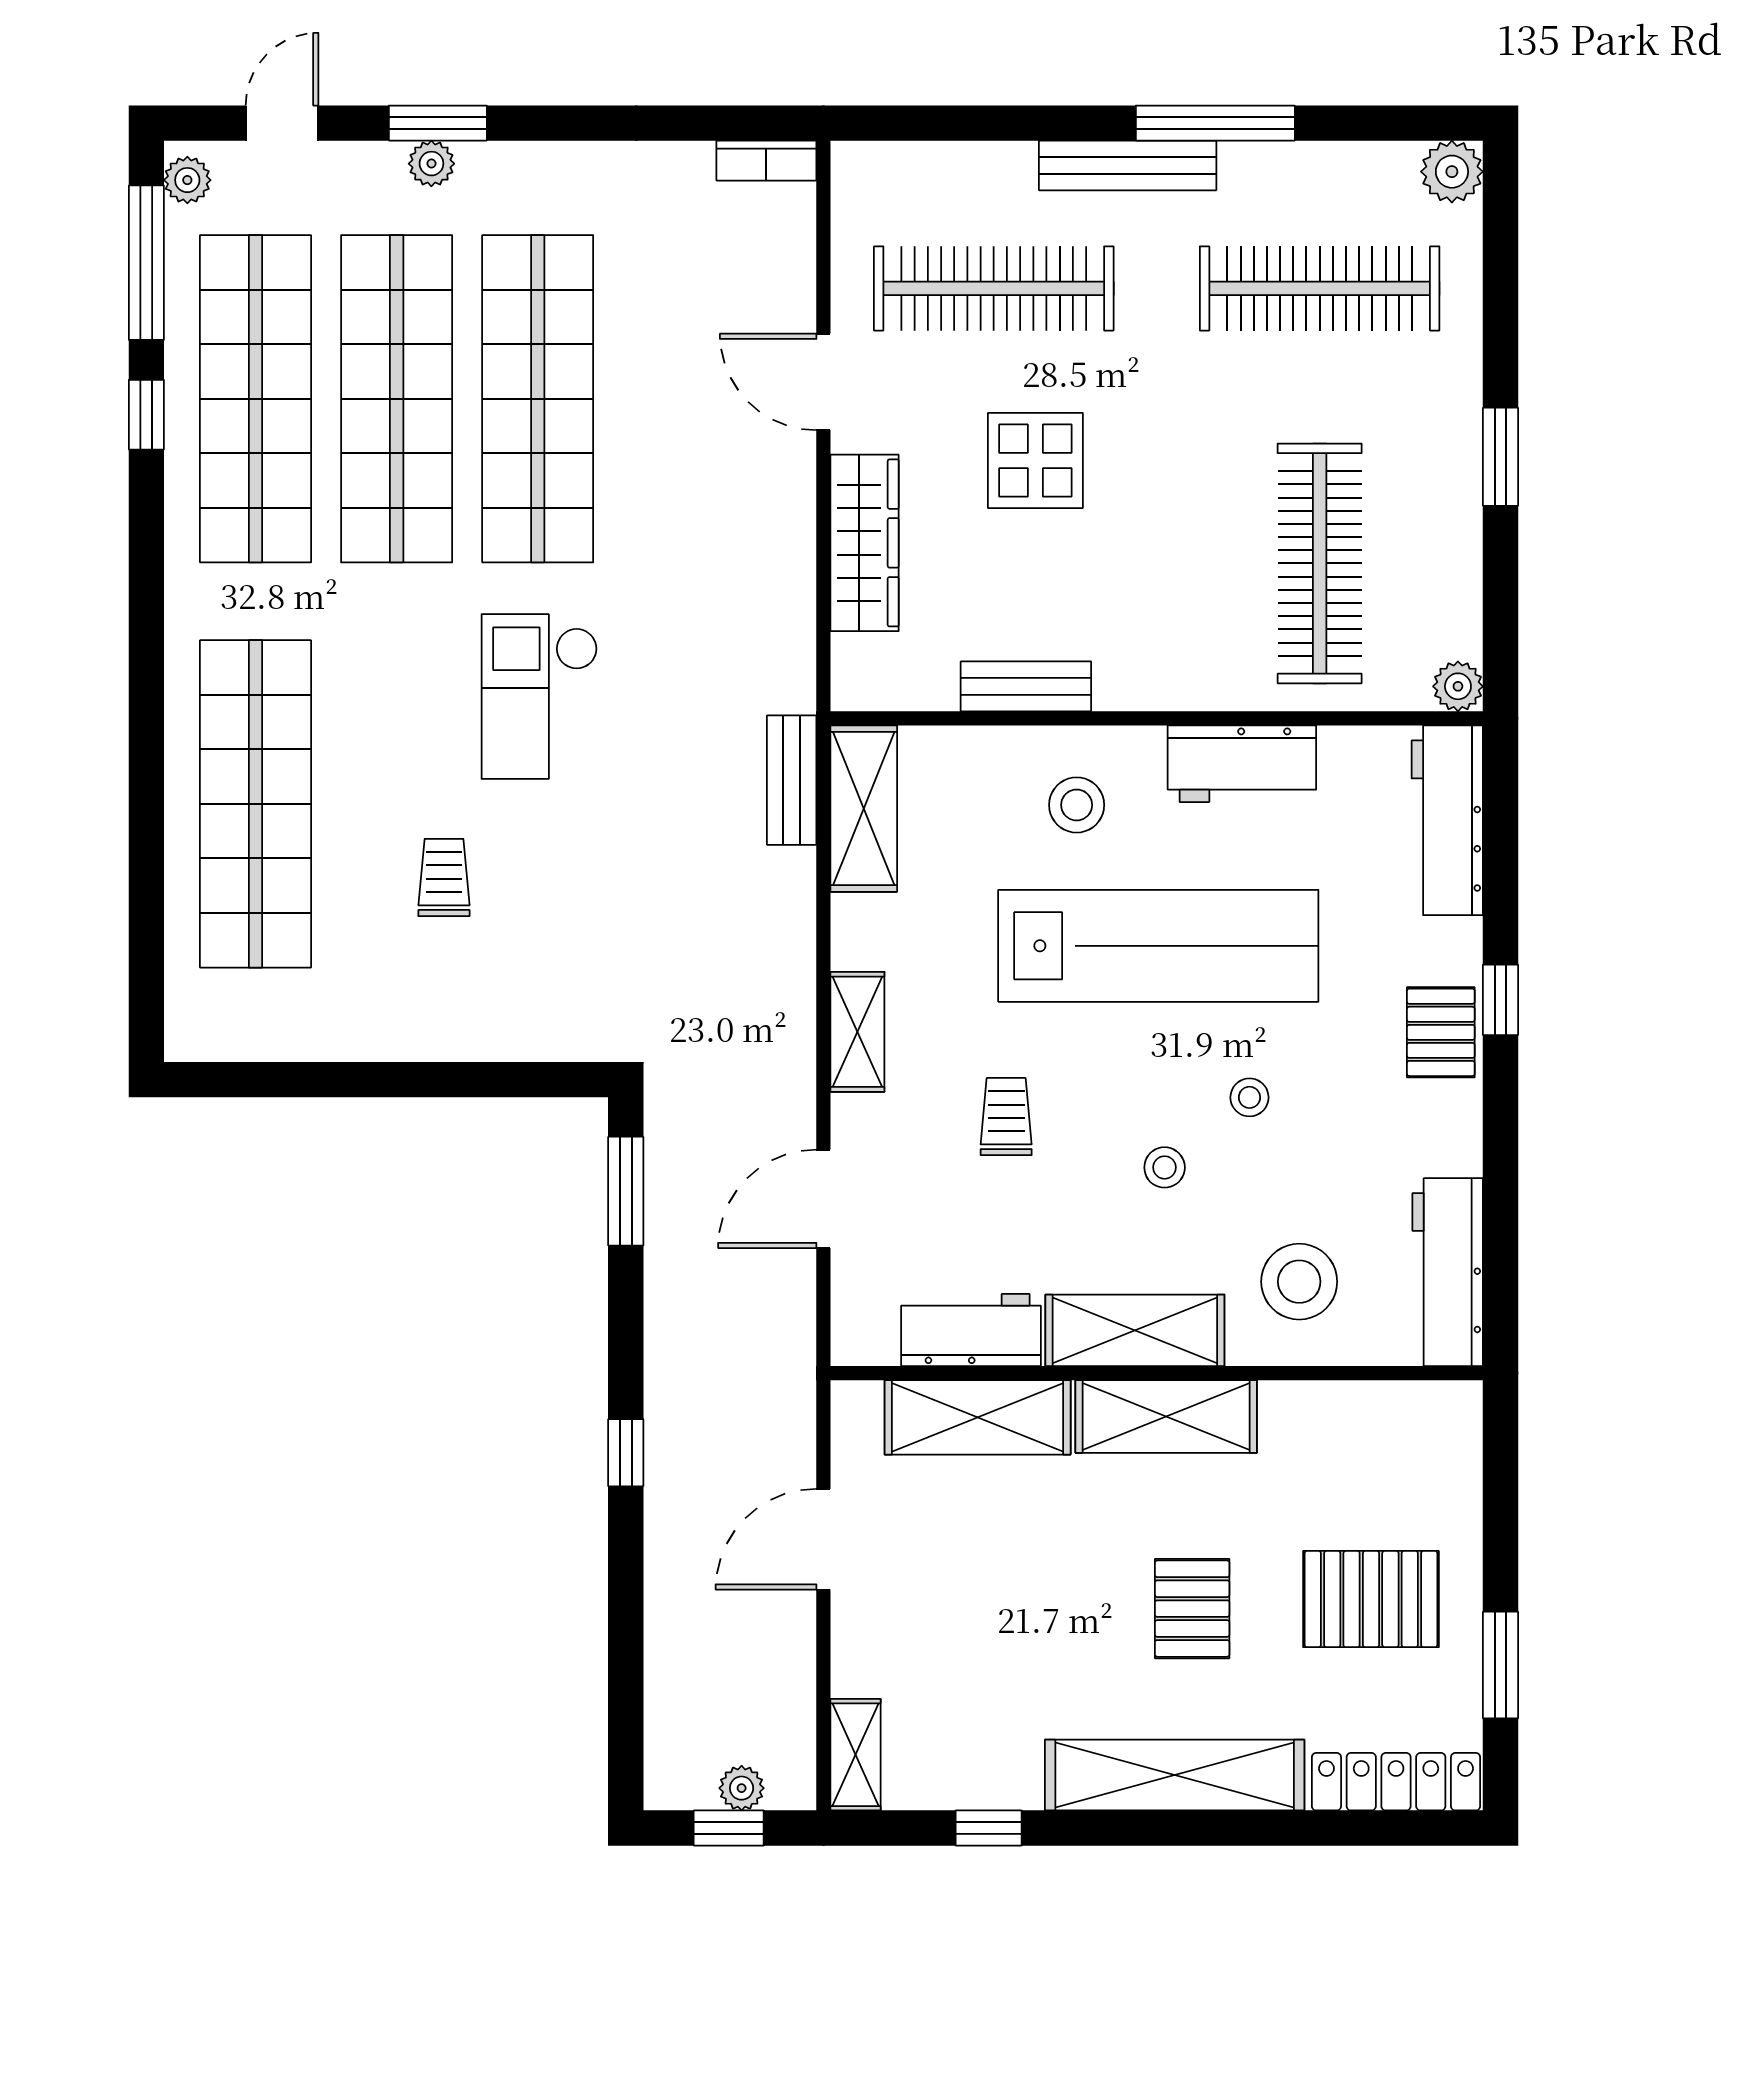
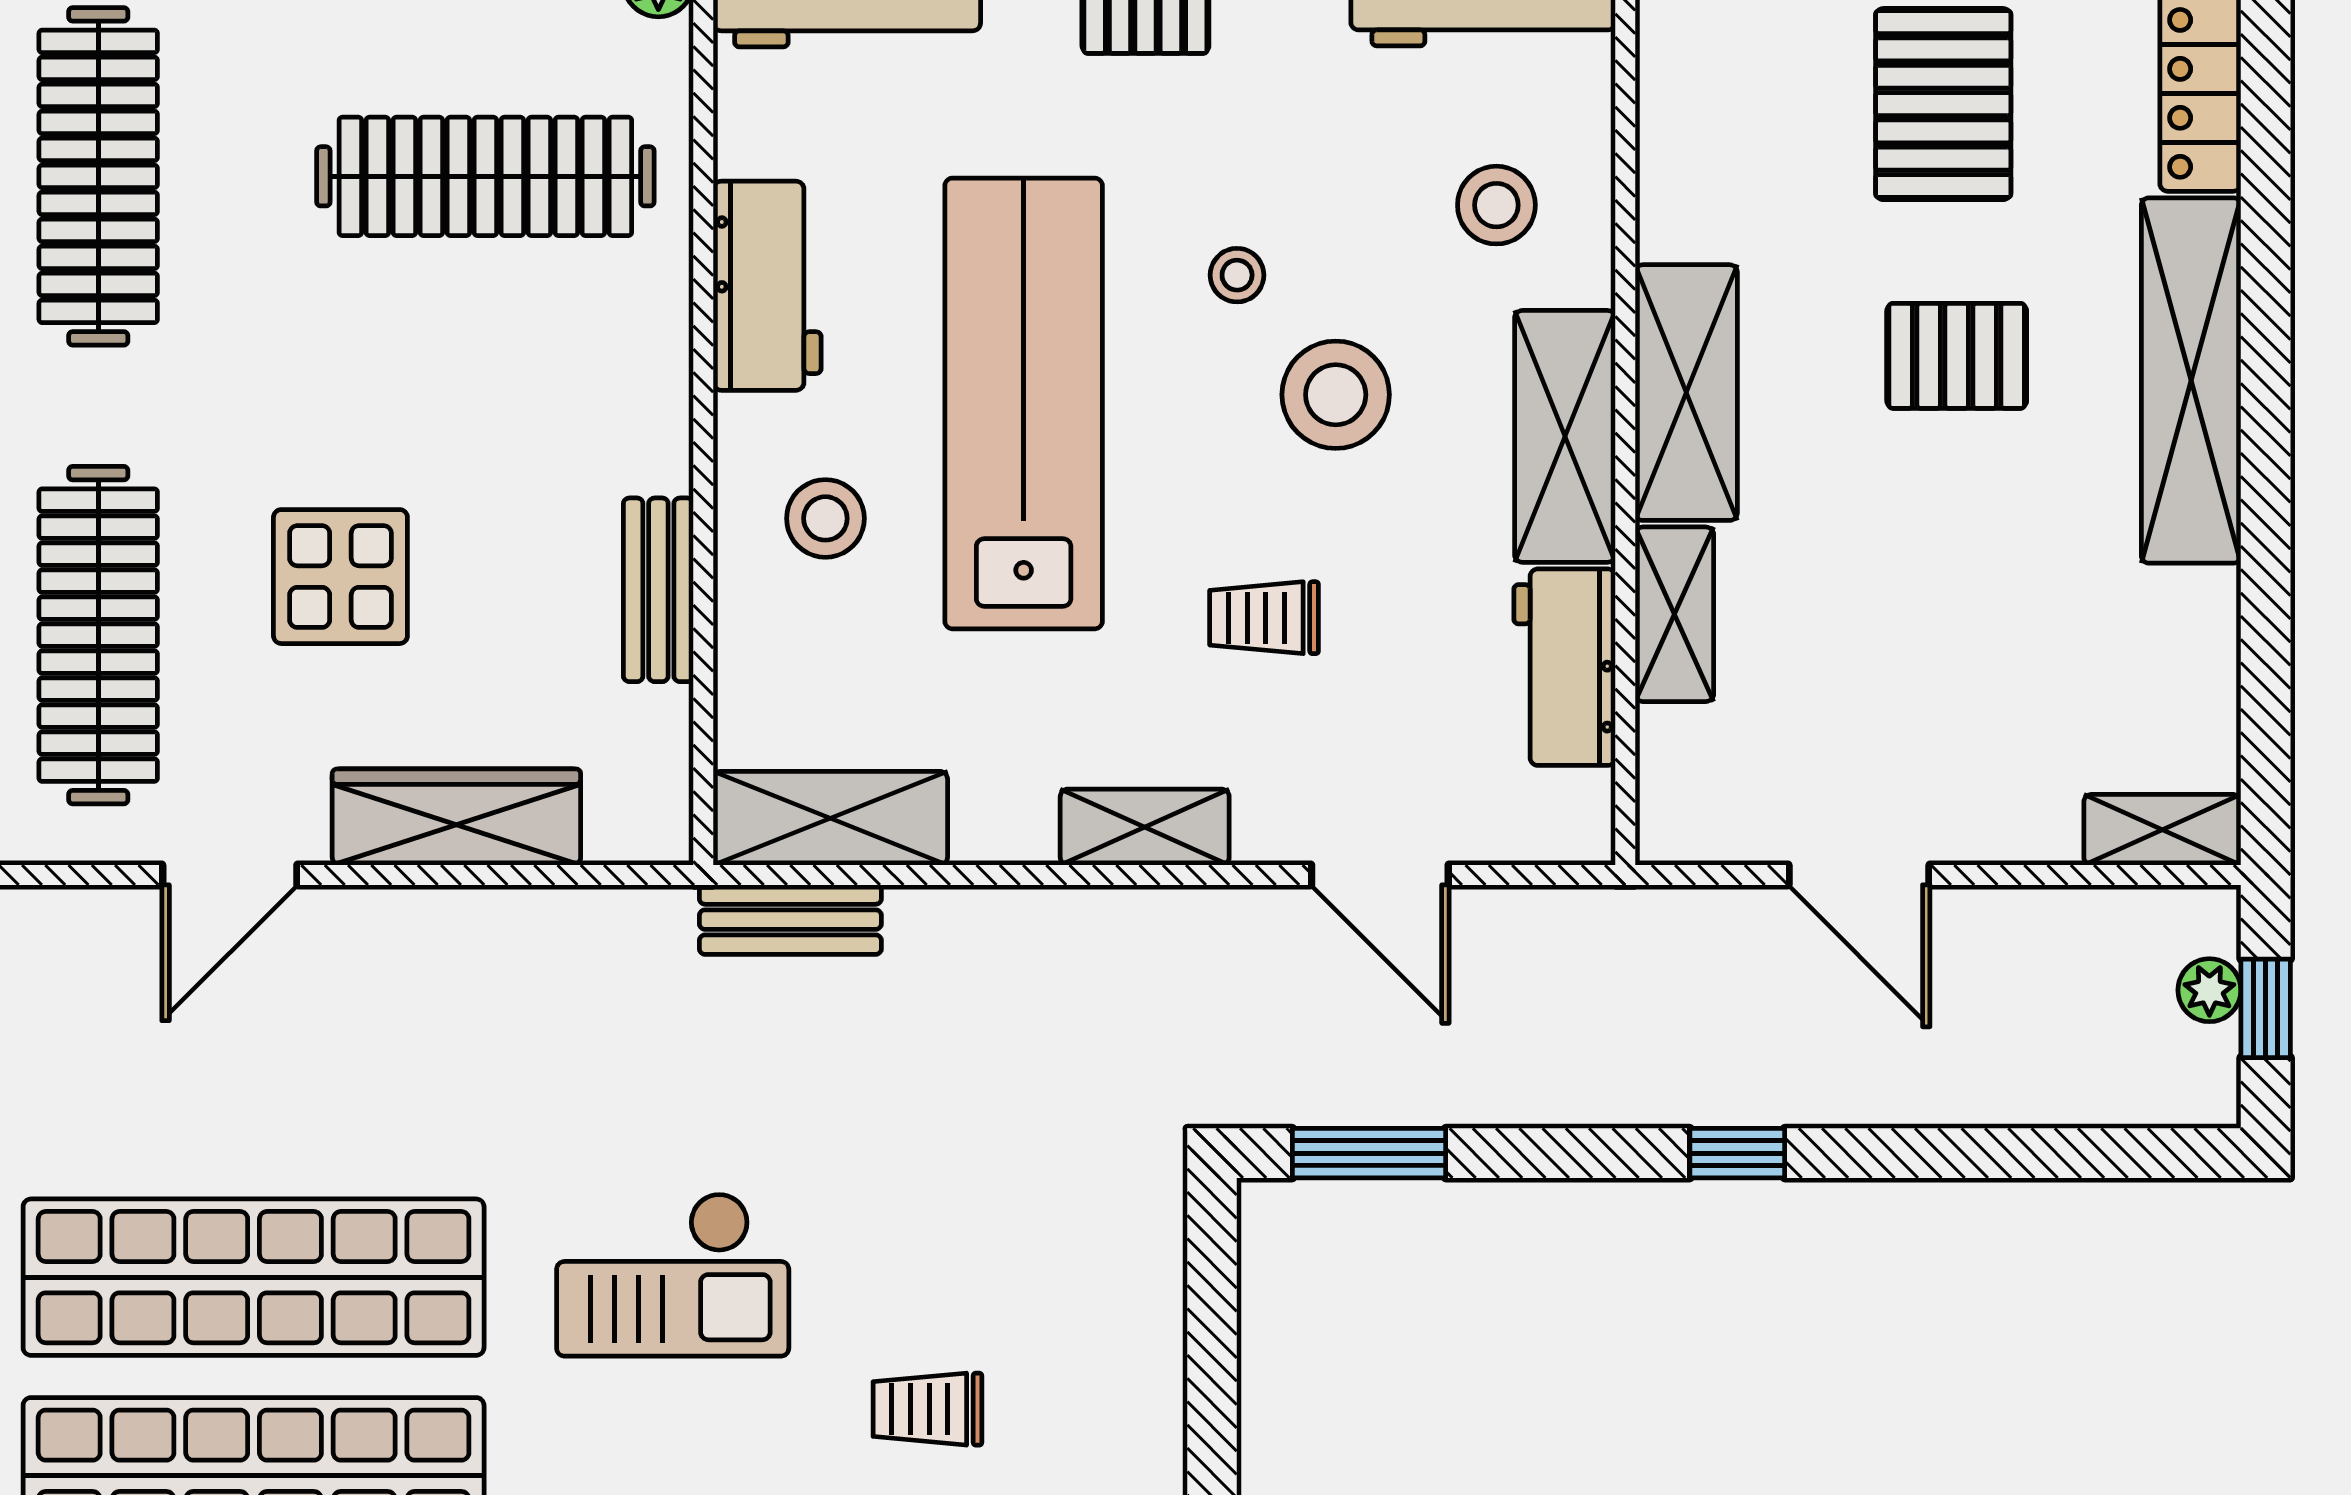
stool: (1165, 1167) -> (1336, 395), width x1.89, depth x1.89
stool: (1299, 1282) -> (1496, 205), width x0.73, depth x0.73
shelving: (978, 1417) -> (1674, 614), width x0.67, depth x0.75
window: (989, 1828) -> (2266, 642), removed

